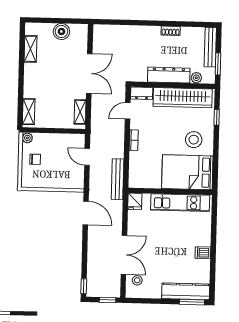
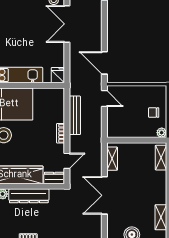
door: (87, 157) -> (104, 99), moved
bench: (118, 179) -> (75, 115), moved

